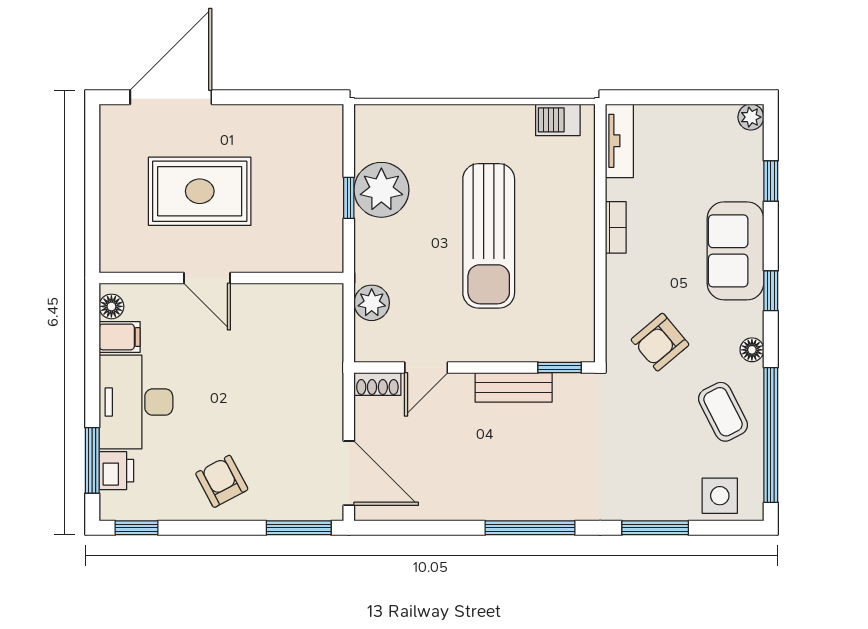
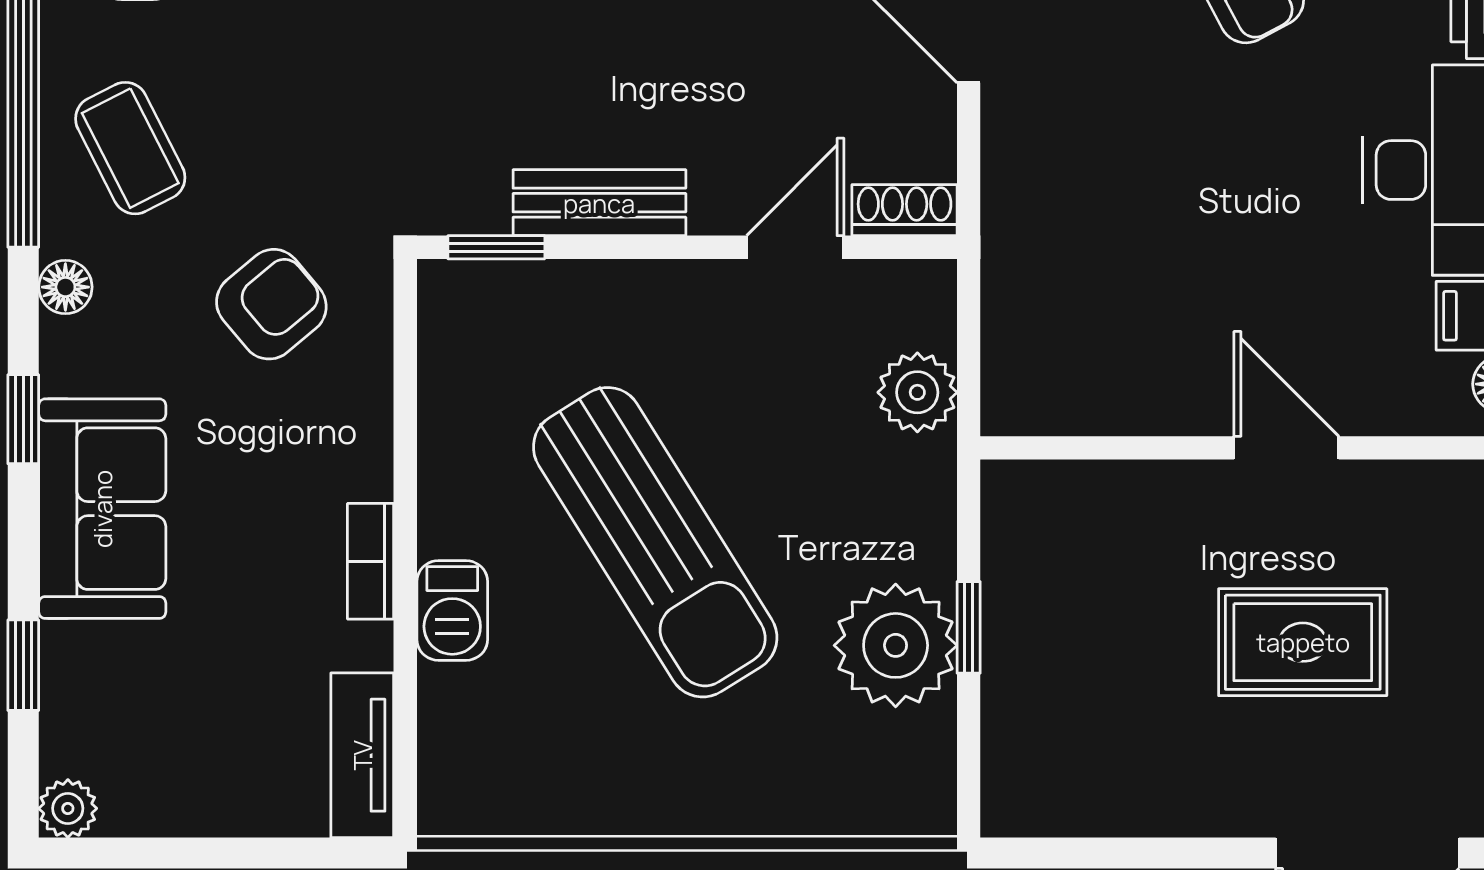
barbecue: (558, 120) -> (452, 610), moved, turned 90
rug: (200, 191) -> (1303, 642), width x0.73, depth x0.70
sun lounger: (489, 236) -> (655, 542), turned 148

